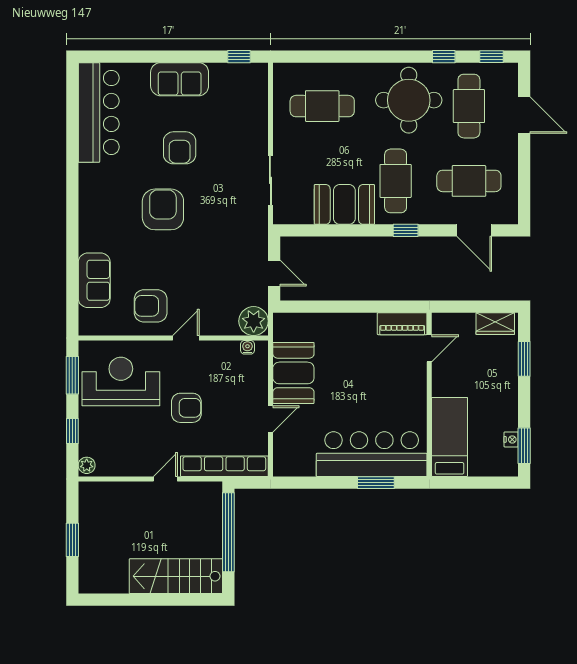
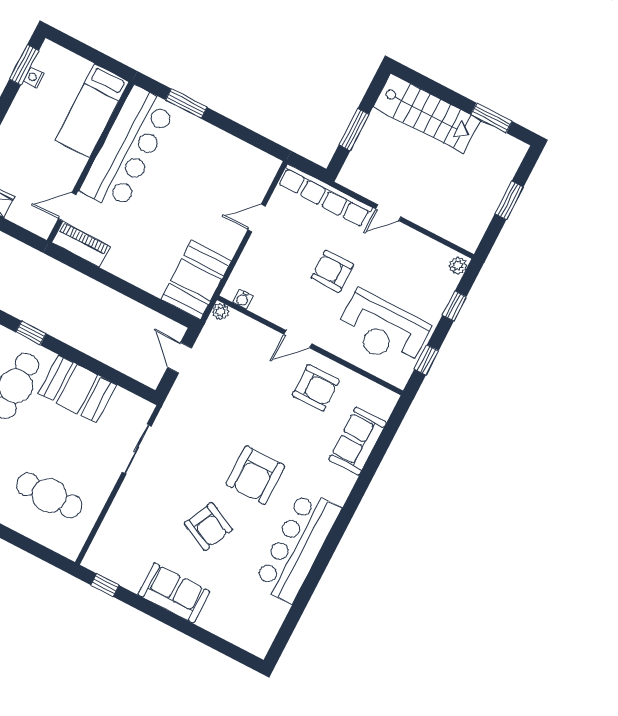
bar counter: (99, 112) -> (297, 546), moved
armchair: (180, 148) -> (208, 526), turned 115
plant: (254, 321) -> (221, 311), width x0.53, depth x0.53
booth: (293, 373) -> (196, 280), moved
window: (72, 375) -> (426, 360), width x0.67
bar counter: (372, 454) -> (128, 149), moved, turned -90
window: (228, 532) -> (354, 130), width x0.47
window: (122, 600) -> (491, 118), added

